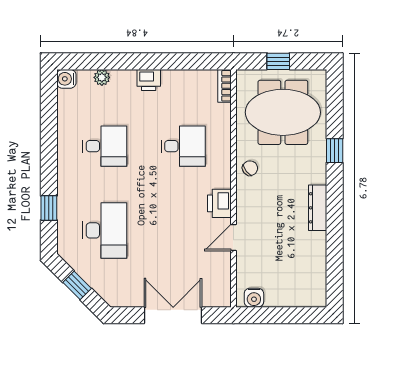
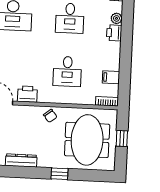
printer: (149, 80) -> (114, 33), moved
filing cabinet: (189, 81) -> (111, 77), added

